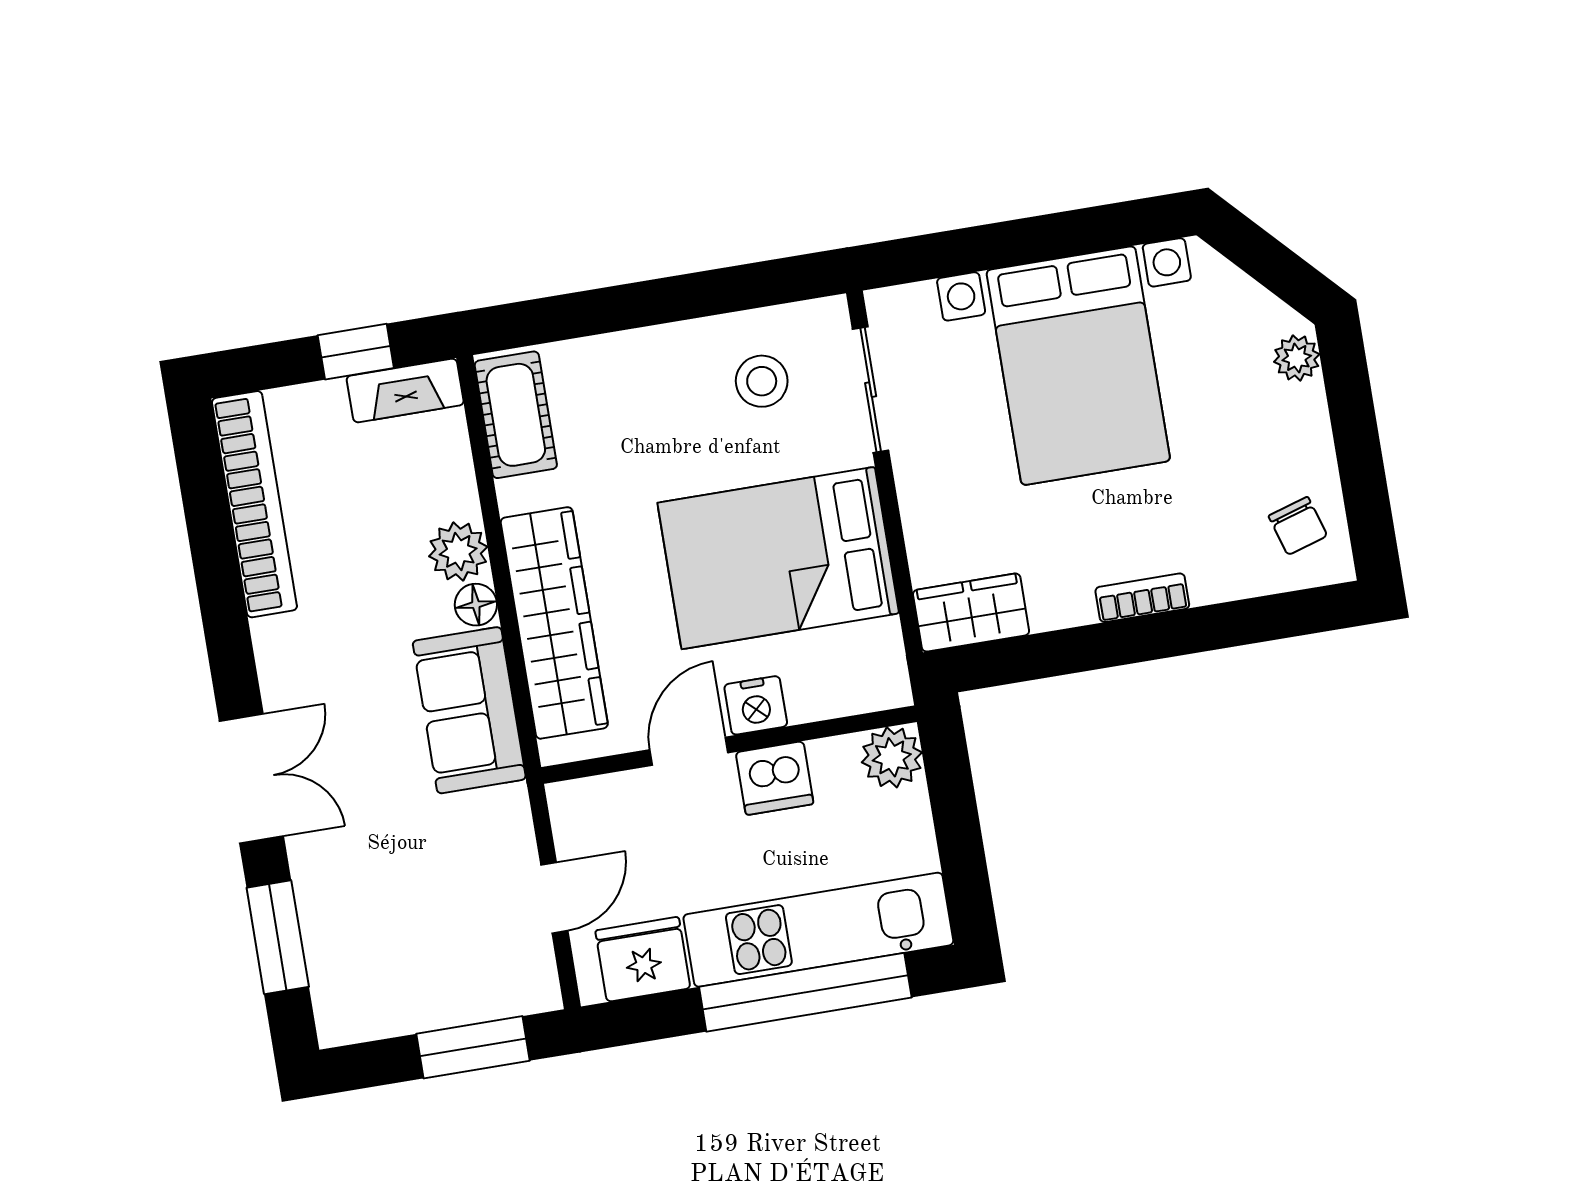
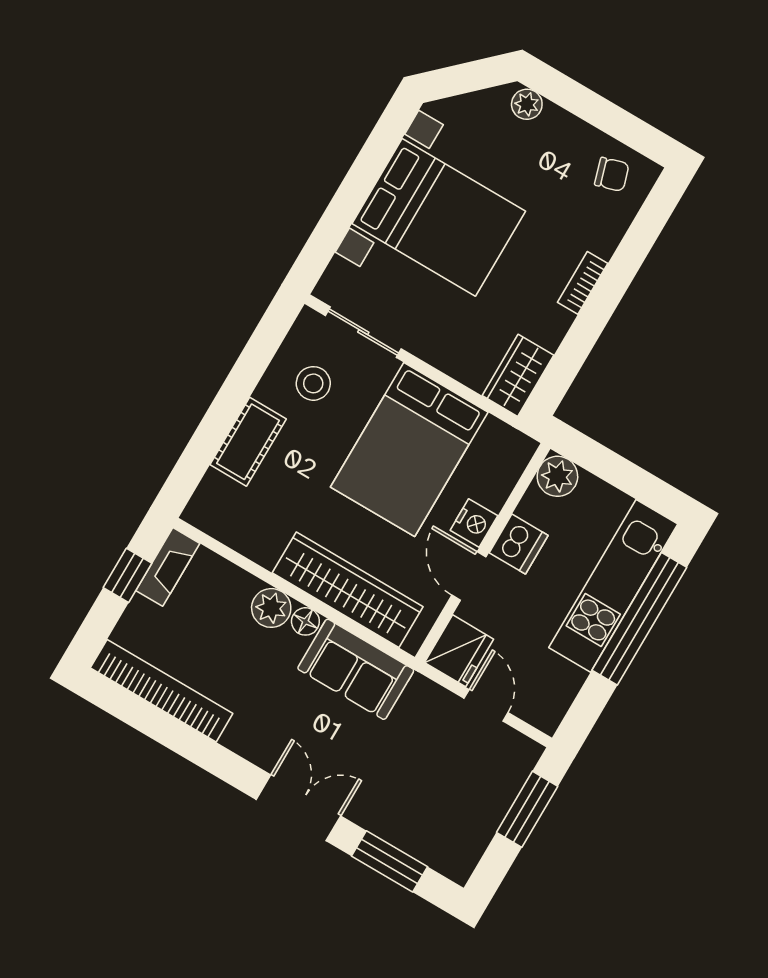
cot: (516, 415) -> (248, 442), moved, turned 90
fridge: (643, 959) -> (459, 651), moved, turned 180

